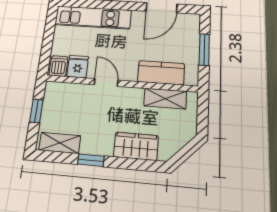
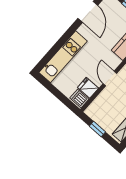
door: (106, 82) -> (110, 78), hinge flipped

